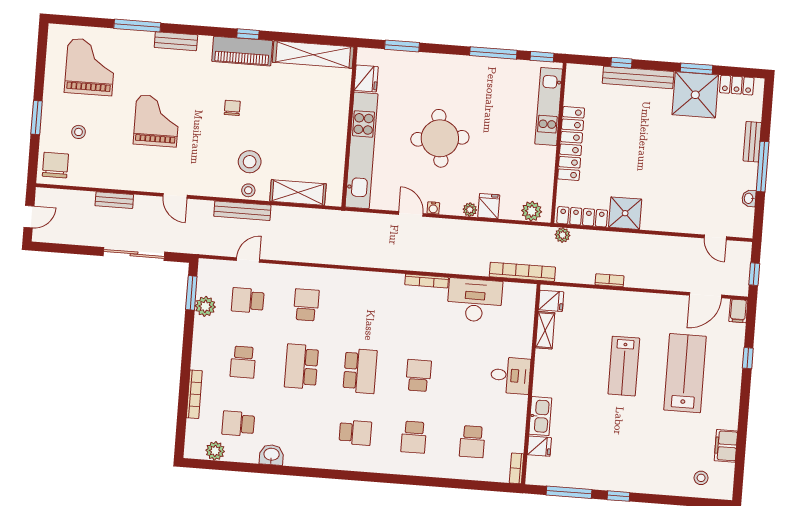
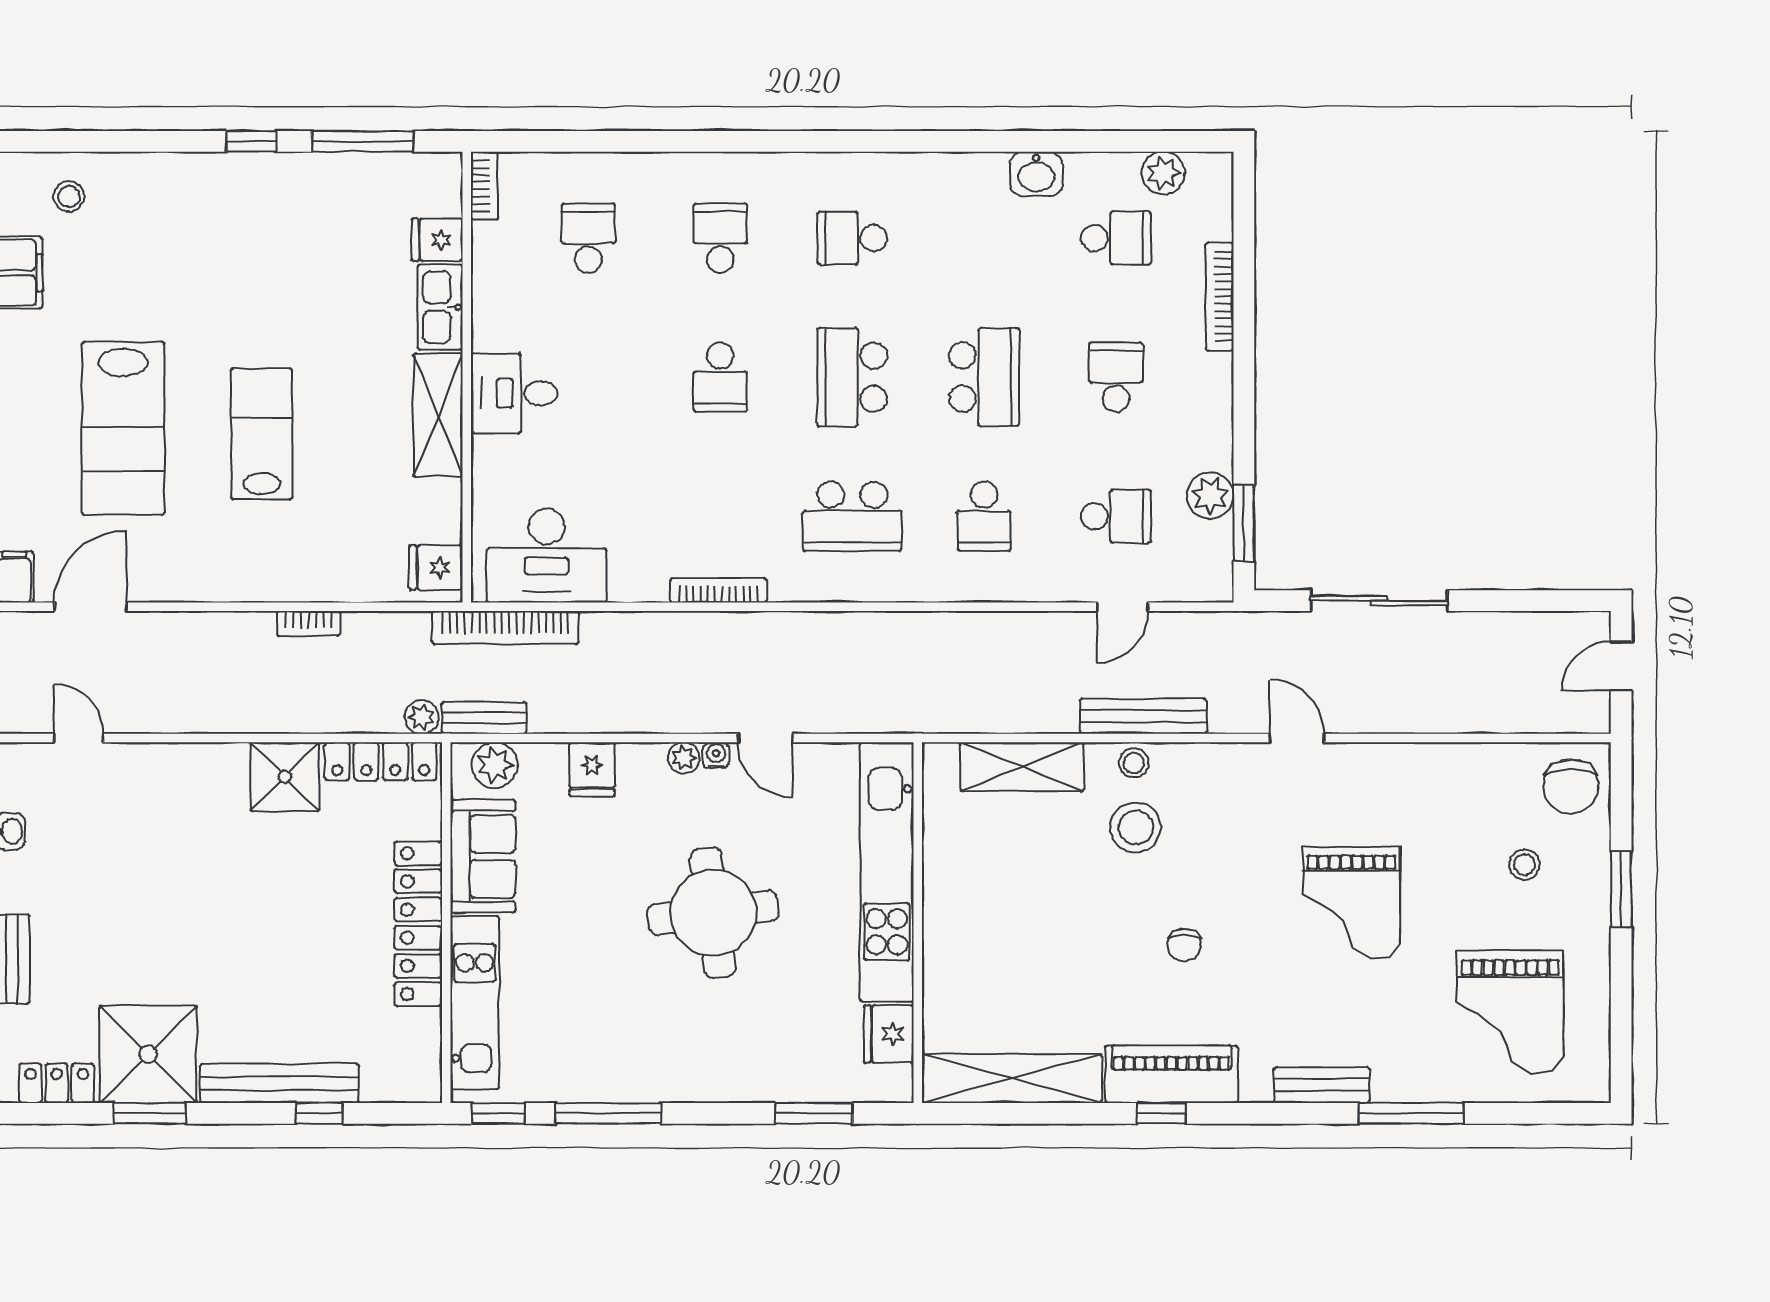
sofa: (540, 171) -> (483, 856), added
bench: (114, 200) -> (484, 718), moved
plant: (470, 210) -> (684, 758), moved
desk: (475, 300) -> (546, 556), moved
school desk: (365, 309) -> (852, 516), added
shelving: (545, 330) -> (438, 415), moved, width x1.50, depth x1.33

